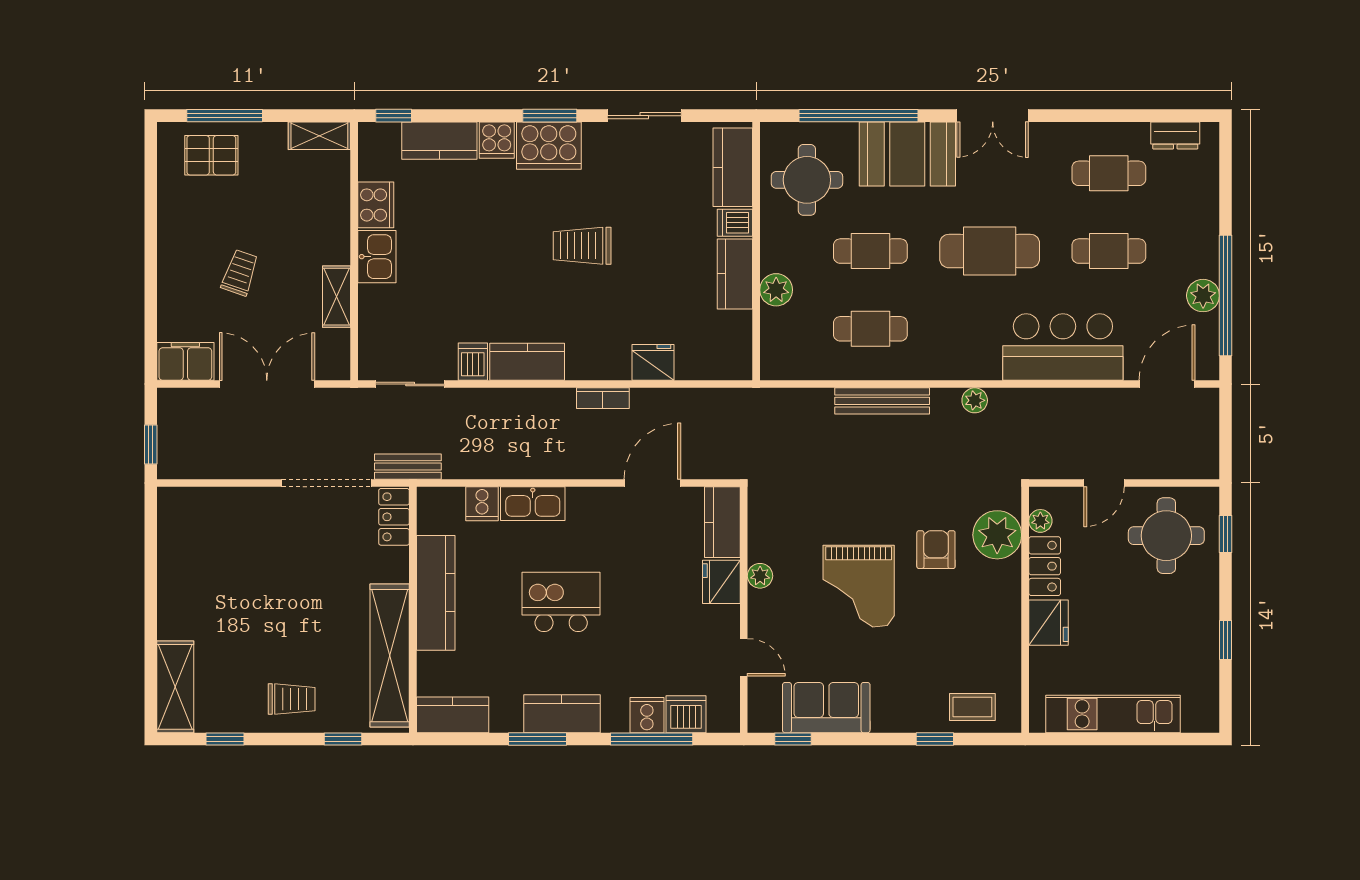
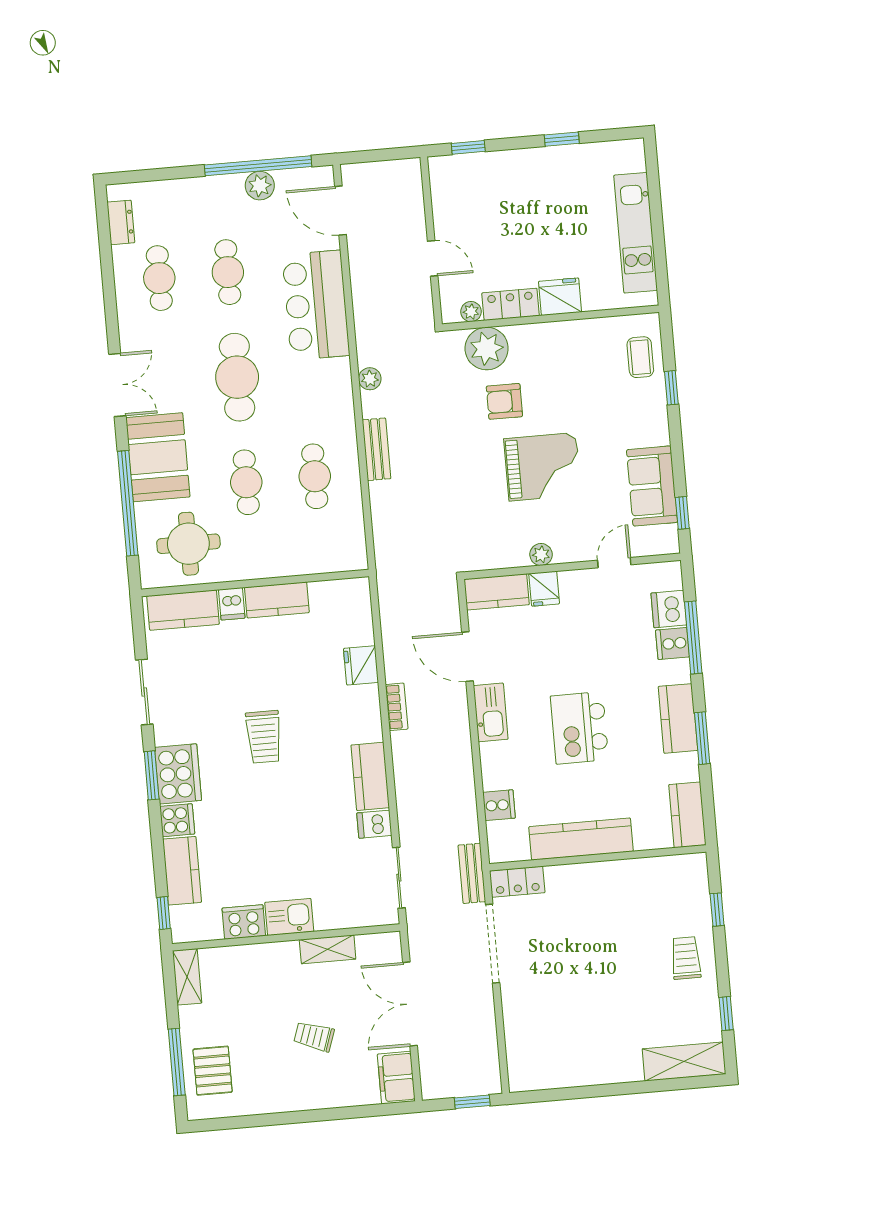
plant: (776, 290) -> (288, 562), removed
bench: (882, 401) -> (376, 449), width x0.73
kitchen sink: (533, 504) -> (491, 712), moved
round table: (1166, 536) -> (474, 199), removed
fridge: (721, 582) -> (544, 589), width x0.72
shelving: (390, 656) -> (640, 875), removed

